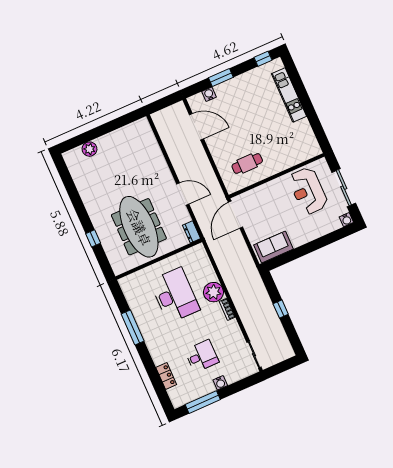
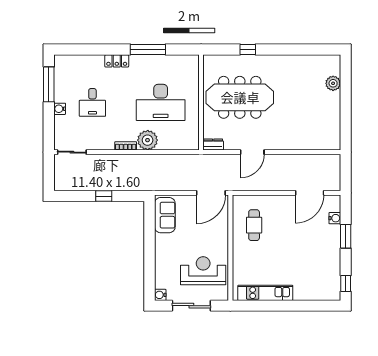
kitchen unit: (289, 95) -> (265, 293), moved
door: (235, 215) -> (211, 193), swing flipped
locker: (166, 376) -> (117, 61), moved

